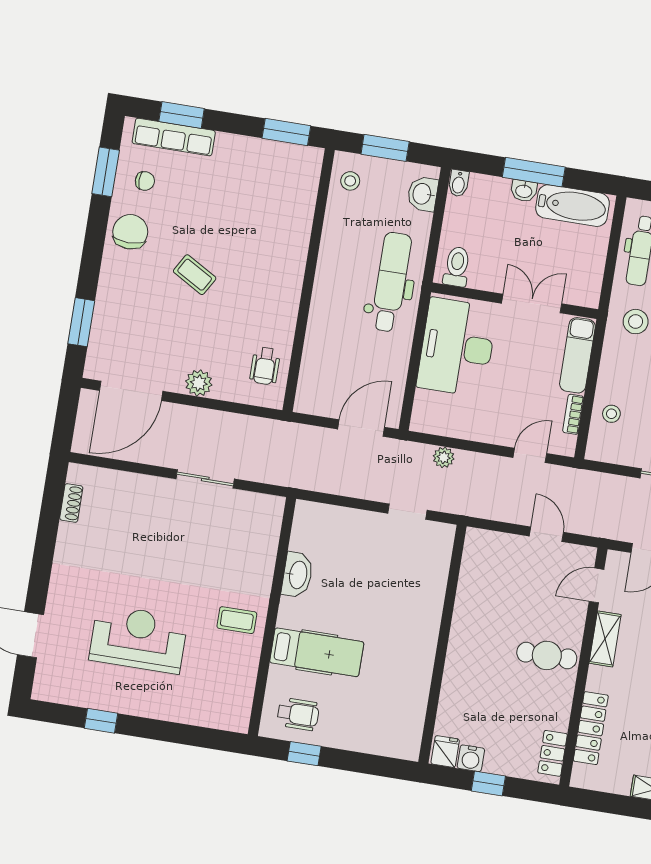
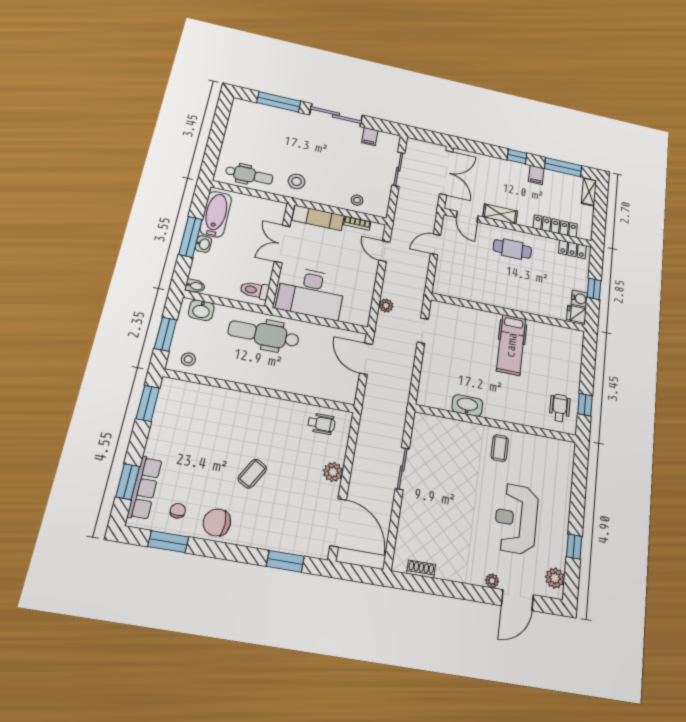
plant: (56, 600) -> (492, 581), added
hospital bed: (317, 652) -> (511, 345), moved, turned 180
cafe table: (547, 655) -> (512, 249), turned 90
plant: (59, 690) -> (555, 578), added

